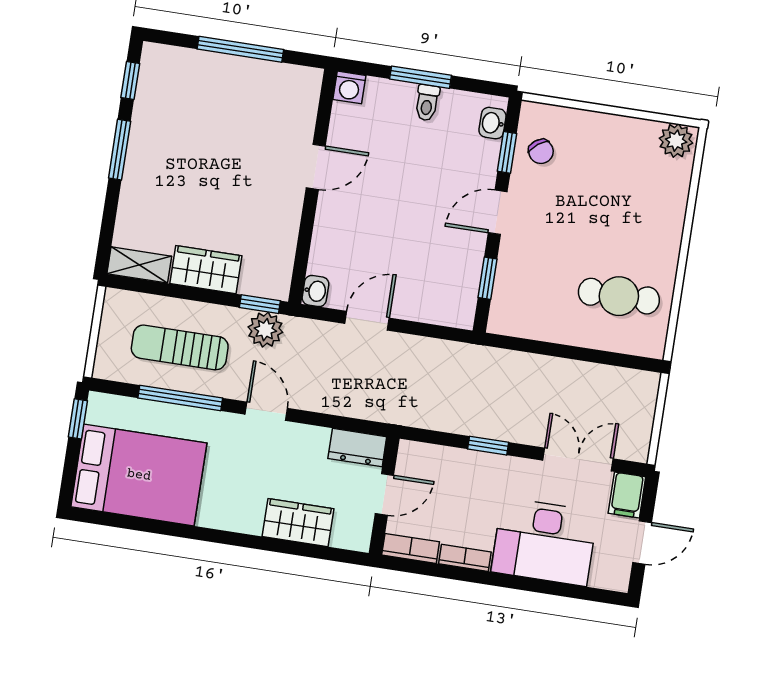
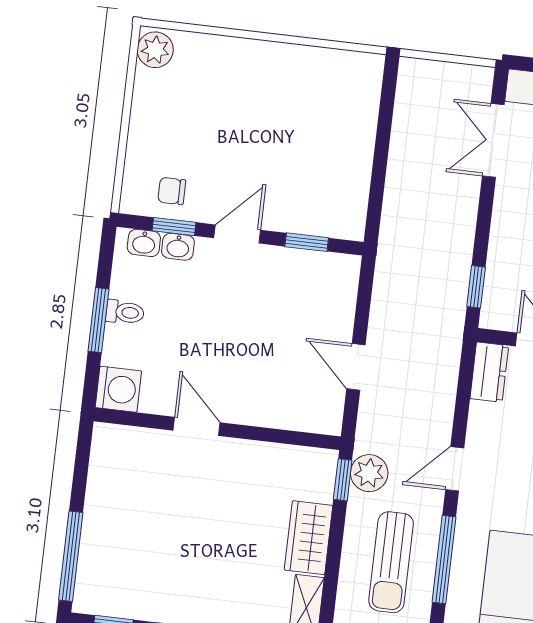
window: (240, 49) -> (71, 556), moved
washing machine: (349, 87) -> (118, 389), width x1.38, depth x1.38
chair: (541, 151) -> (172, 191), turned -143
door: (498, 212) -> (237, 234), swing flipped
washbasin: (315, 291) -> (178, 247), moved, turned 180
cafe table: (619, 296) -> (320, 104), removed
window: (488, 446) -> (476, 287), moved

